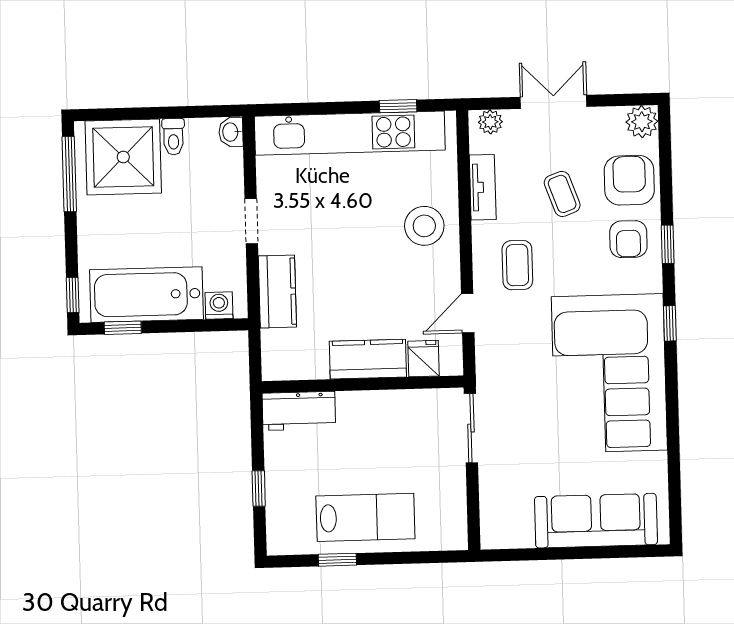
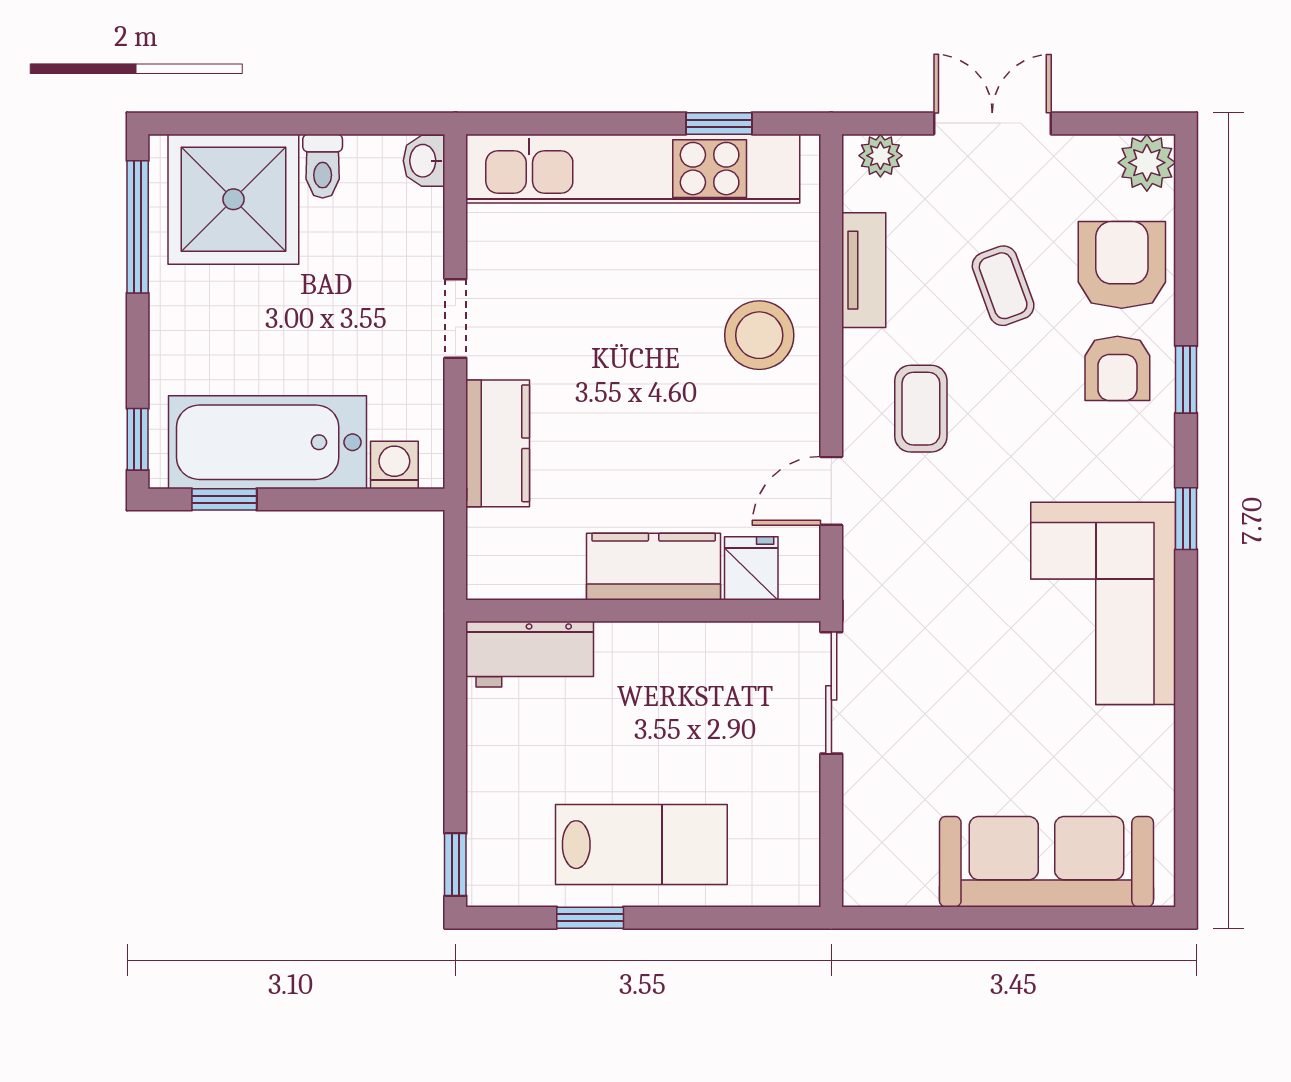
corner sofa: (609, 373) -> (1103, 603), width x0.73, depth x0.74
window: (259, 489) -> (455, 865), moved

